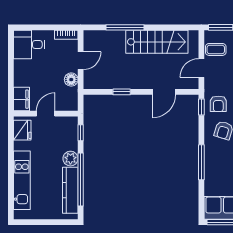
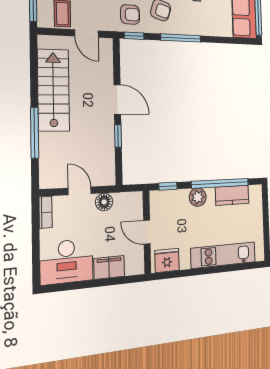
desk: (29, 44) -> (67, 262), width x1.37
door: (164, 92) -> (117, 99), moved
filing cabinet: (21, 99) -> (109, 267), moved
window: (201, 162) -> (181, 38), moved
kitchen counter: (70, 190) -> (232, 195), width x0.67

